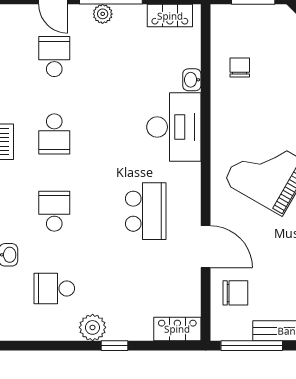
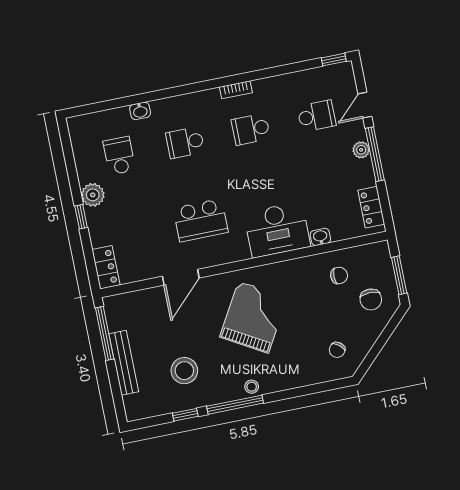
school desk: (54, 211) -> (185, 142), turned 180
chair: (235, 293) -> (371, 299), moved

